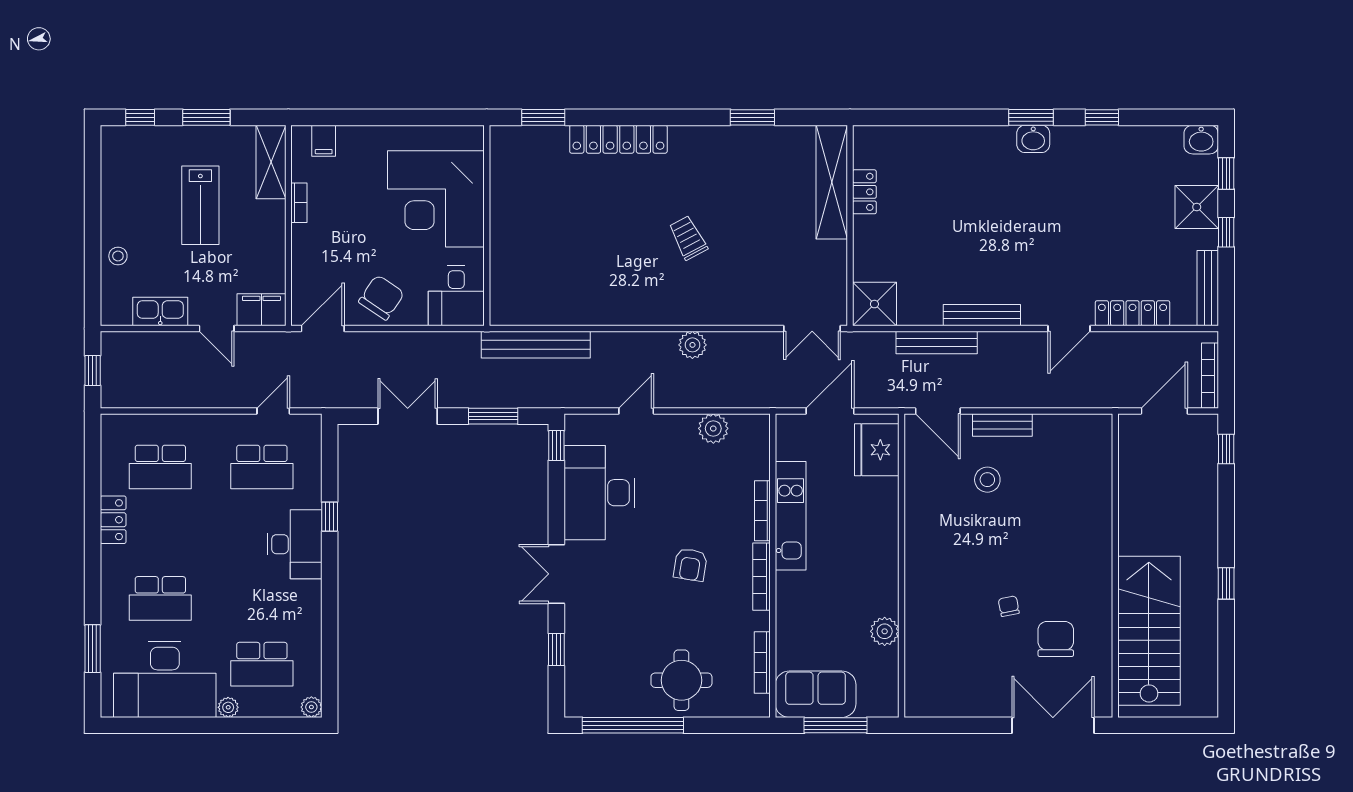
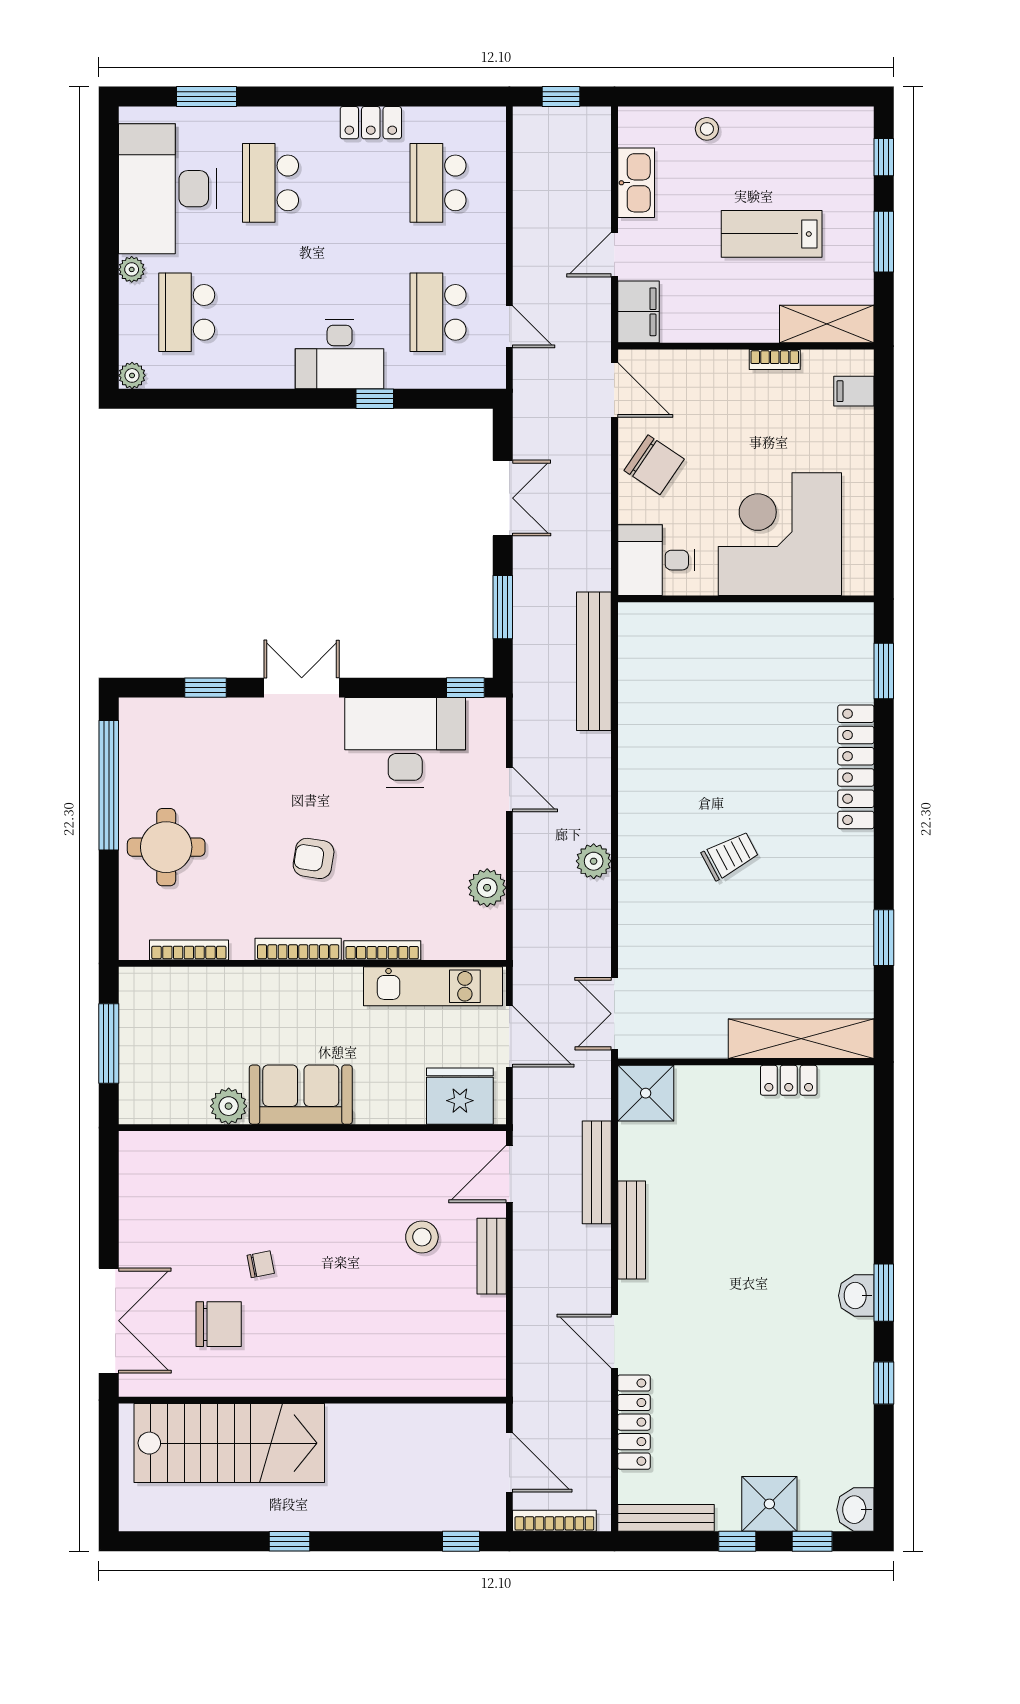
kitchen unit: (791, 516) -> (433, 986), moved
sofa: (816, 694) -> (301, 1095), moved, turned -90

